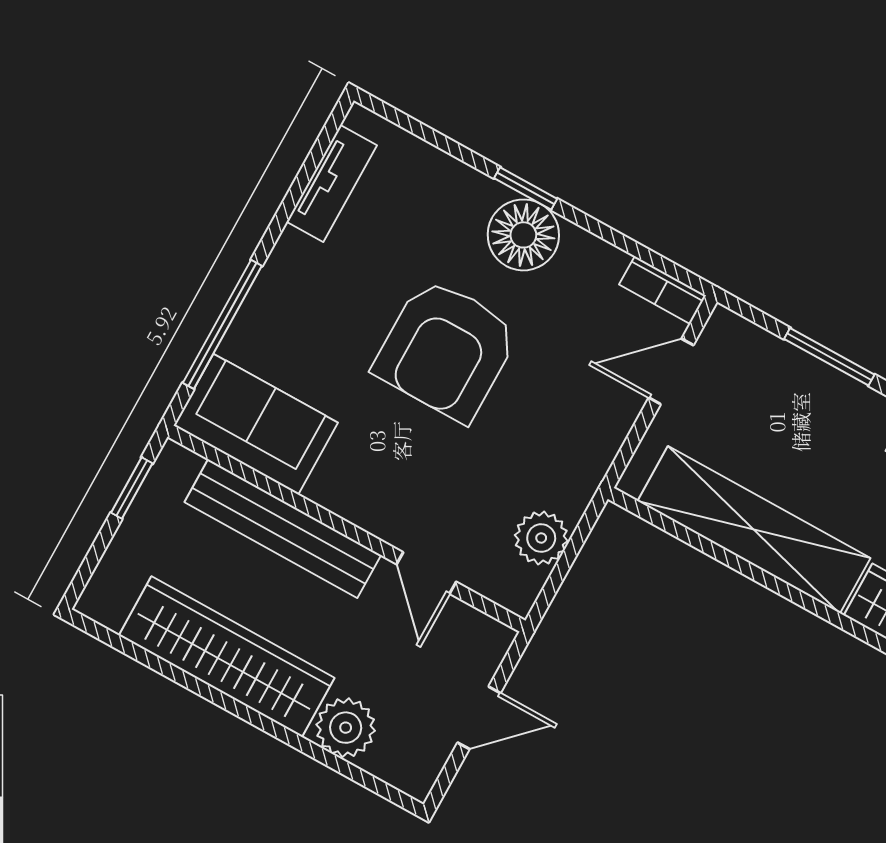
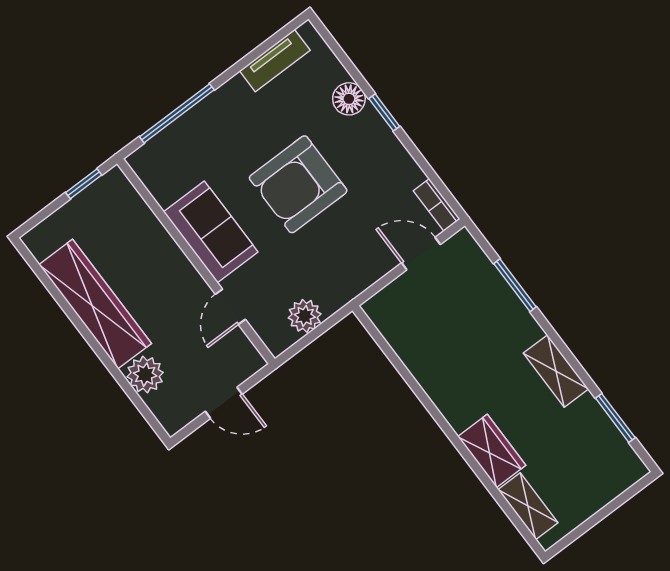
floor lamp: (523, 235) -> (349, 99), moved, width x0.73, depth x0.73
sofa: (256, 424) -> (211, 232), moved
bench: (283, 529) -> (160, 245), removed
shelving: (754, 530) -> (428, 365), removed

